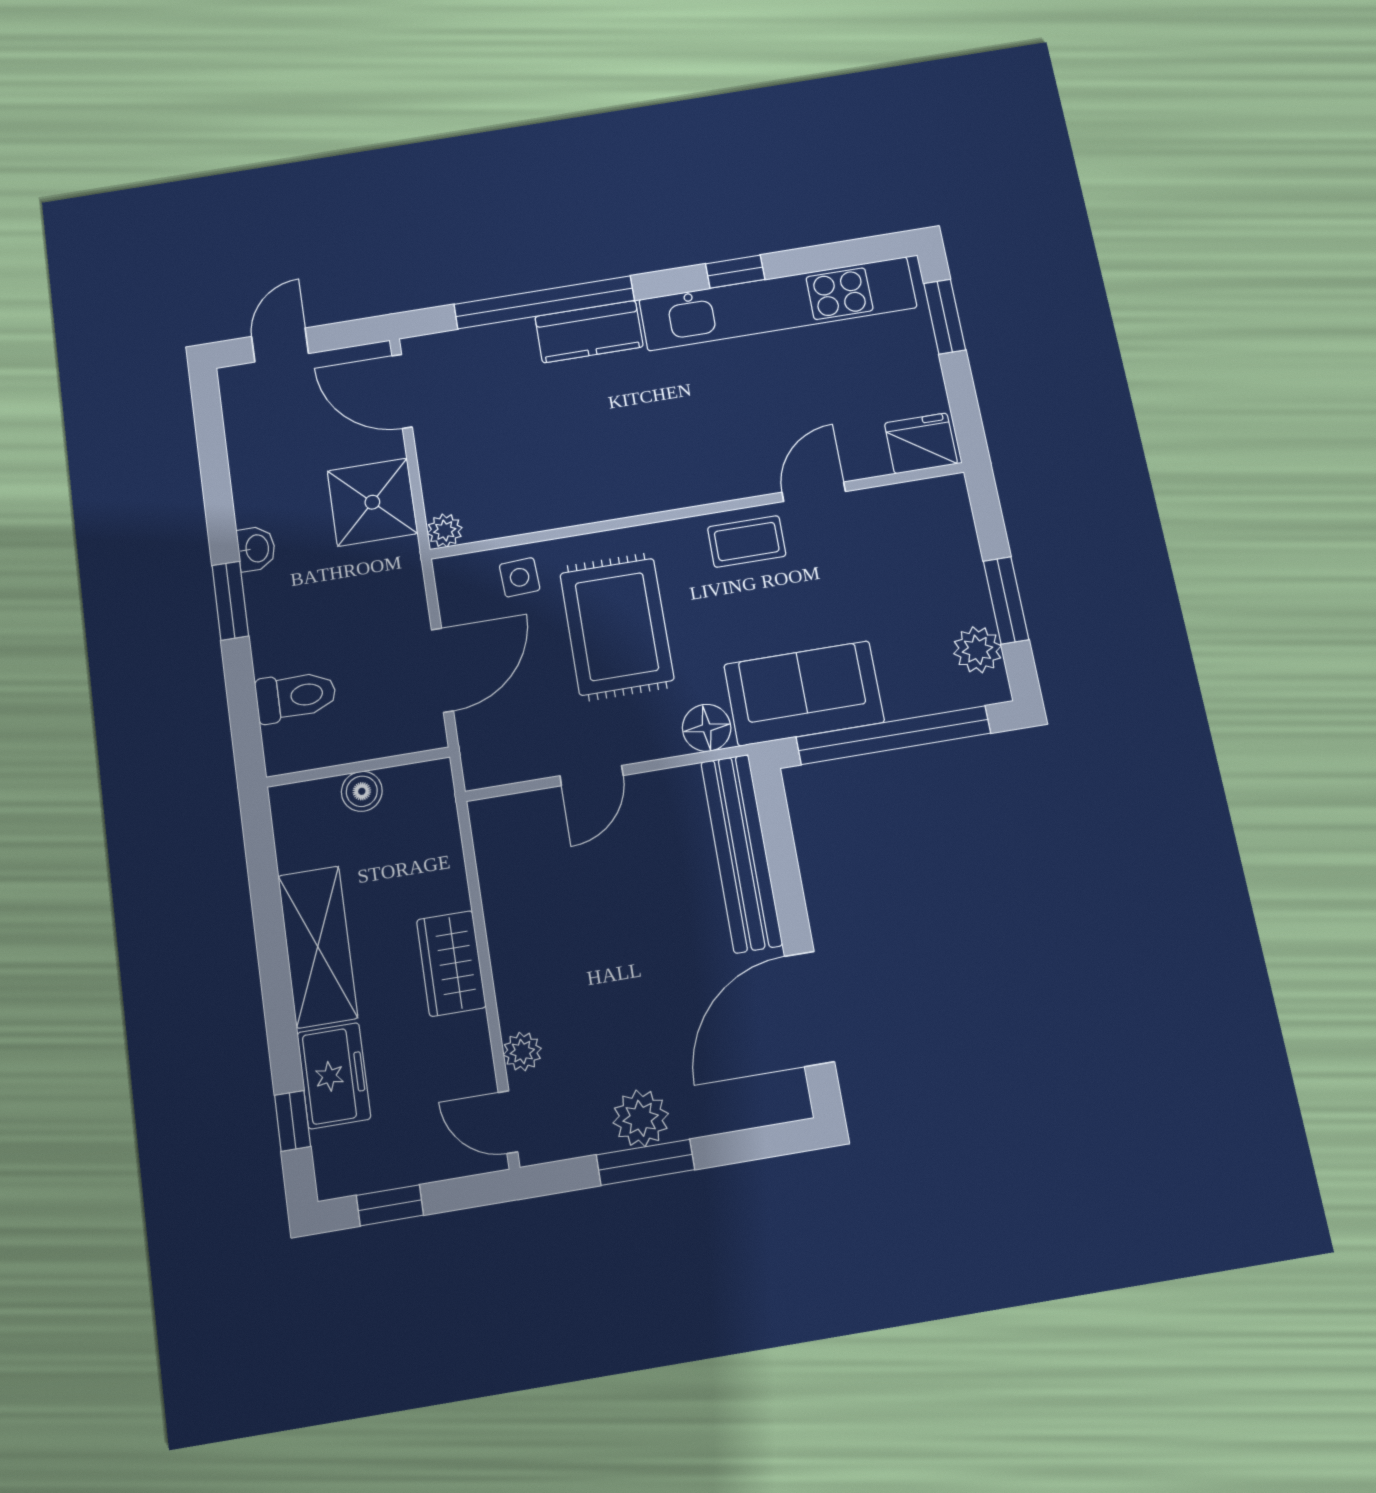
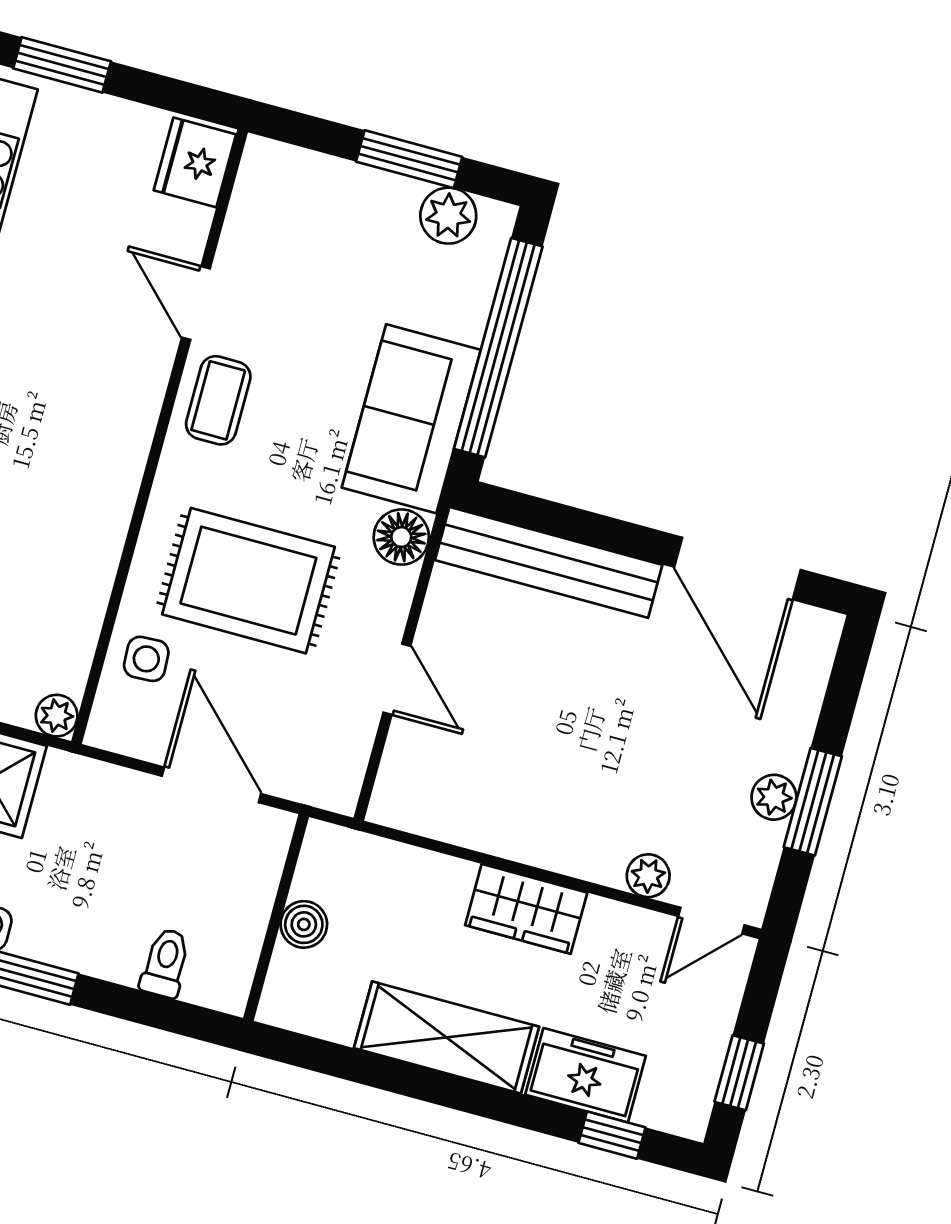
toilet: (296, 696) -> (165, 963), width x0.73, depth x0.72
plant: (641, 1118) -> (774, 797), width x0.73, depth x0.73

